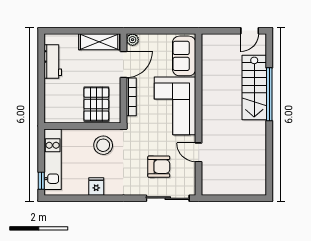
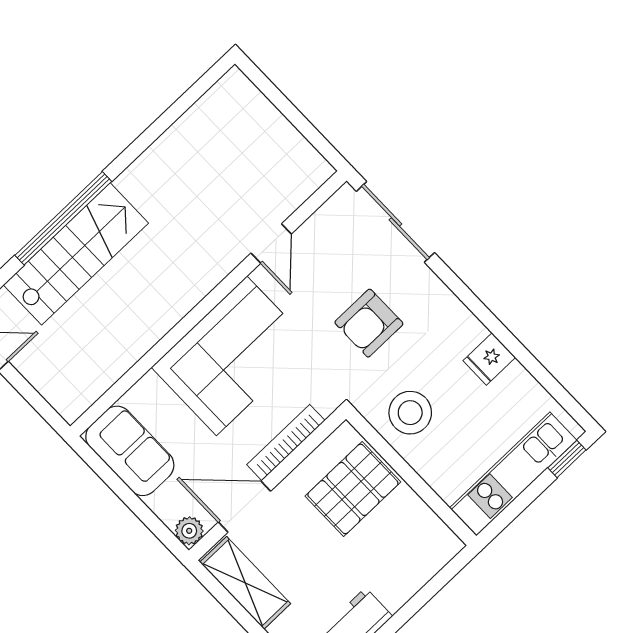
sofa: (184, 56) -> (130, 451), moved, turned -90
armchair: (159, 167) -> (369, 323), moved, turned -90

